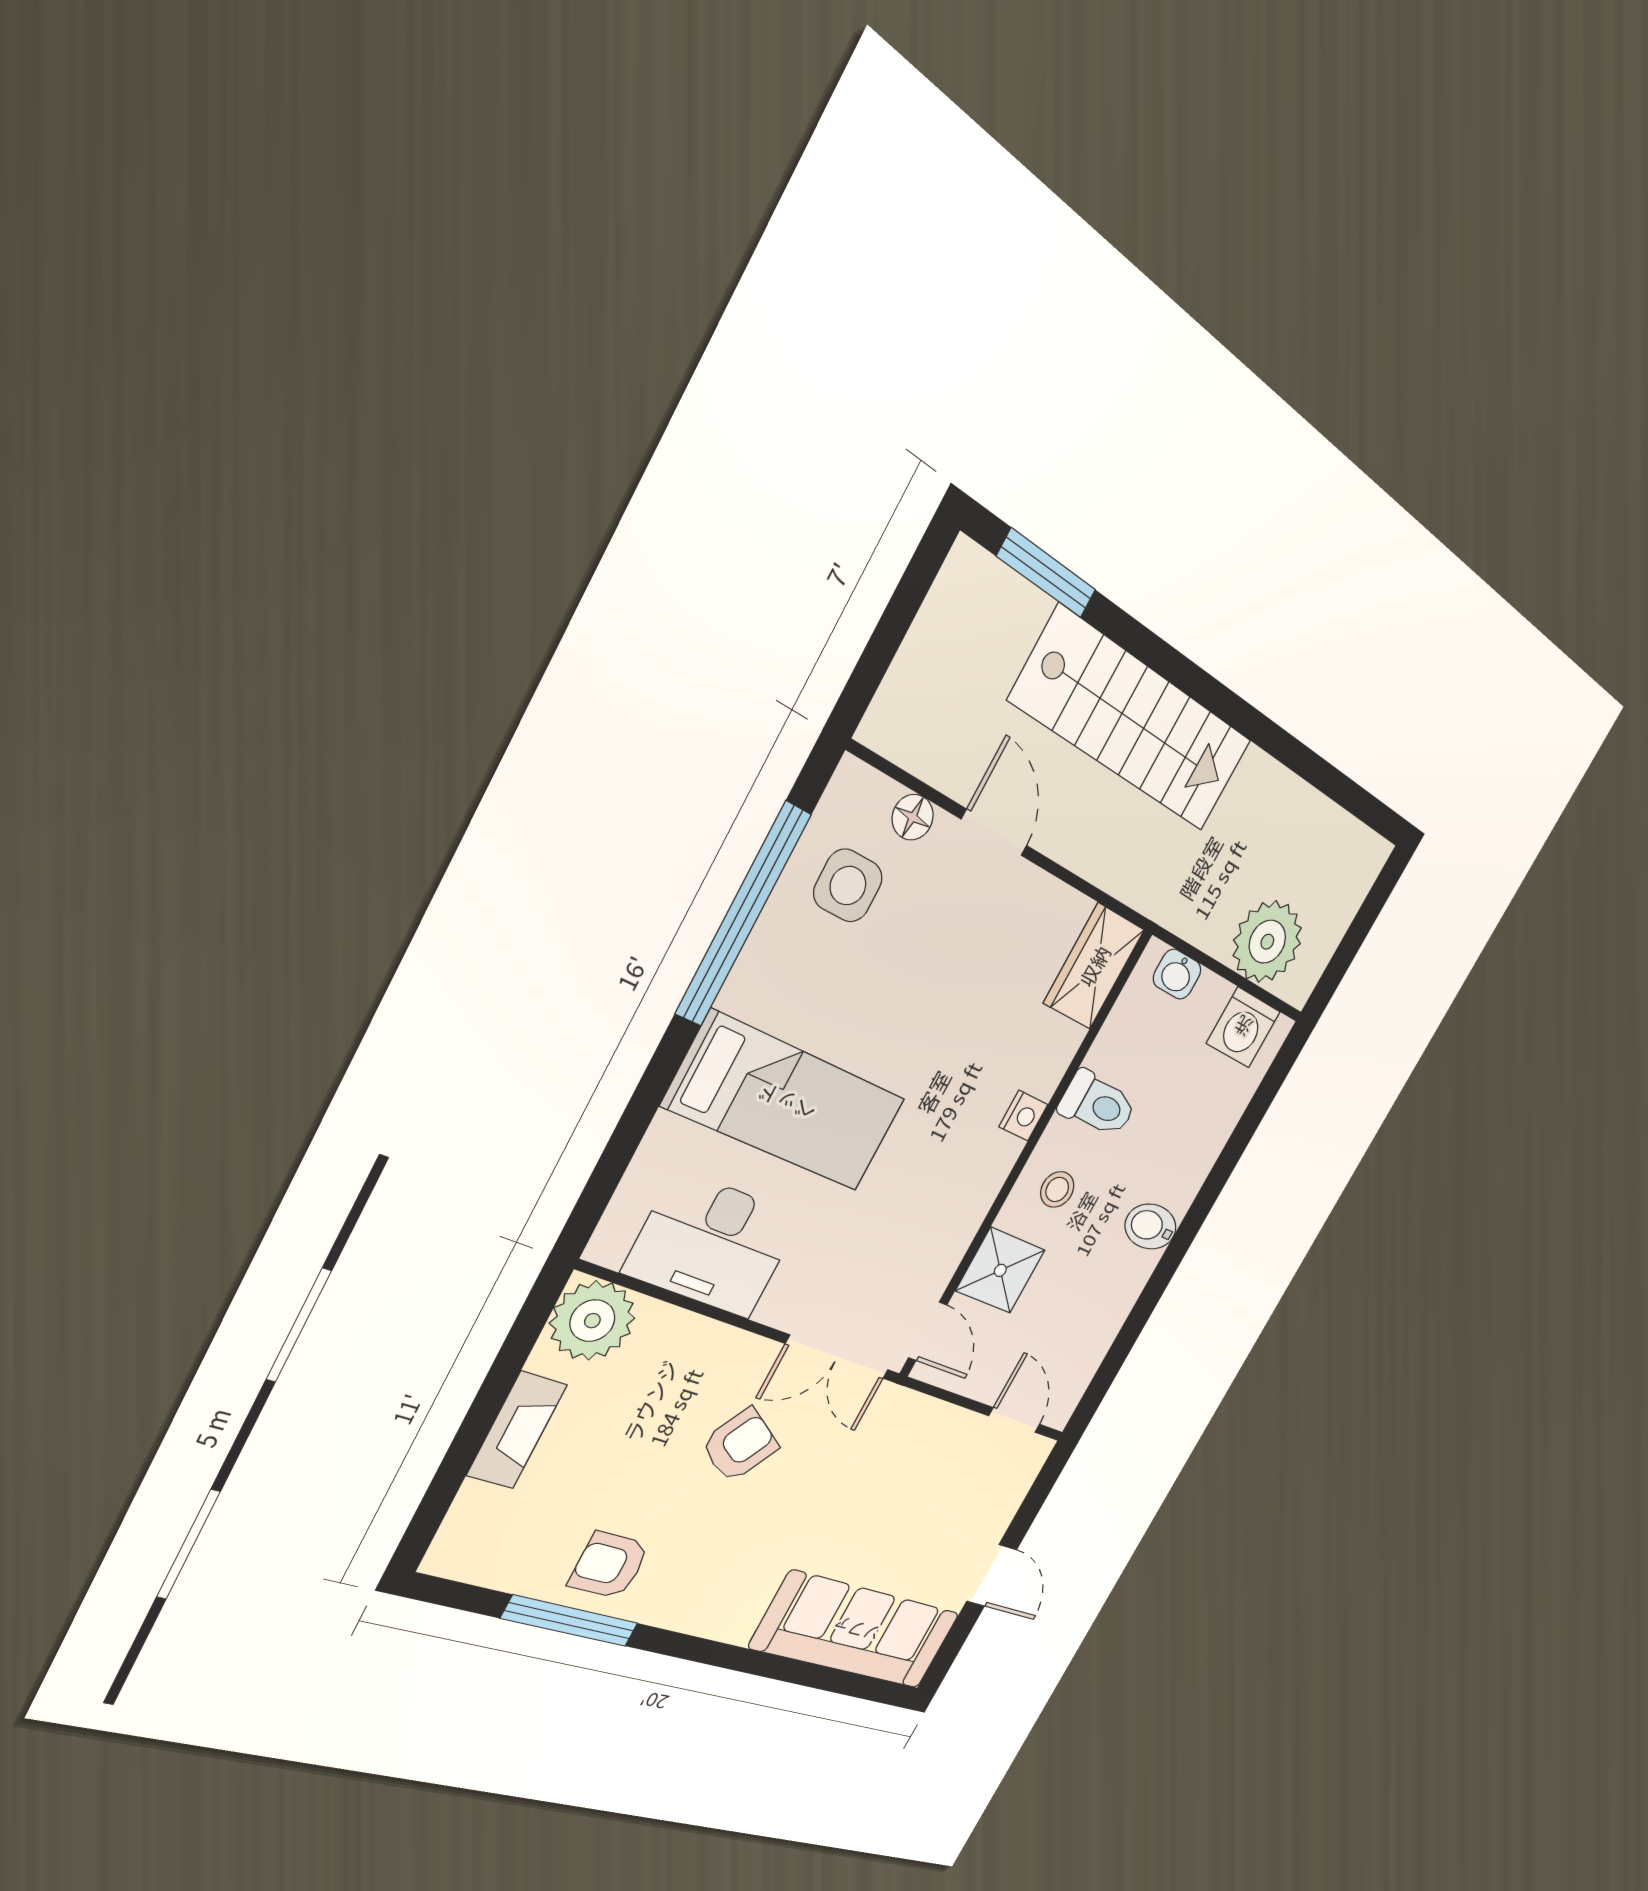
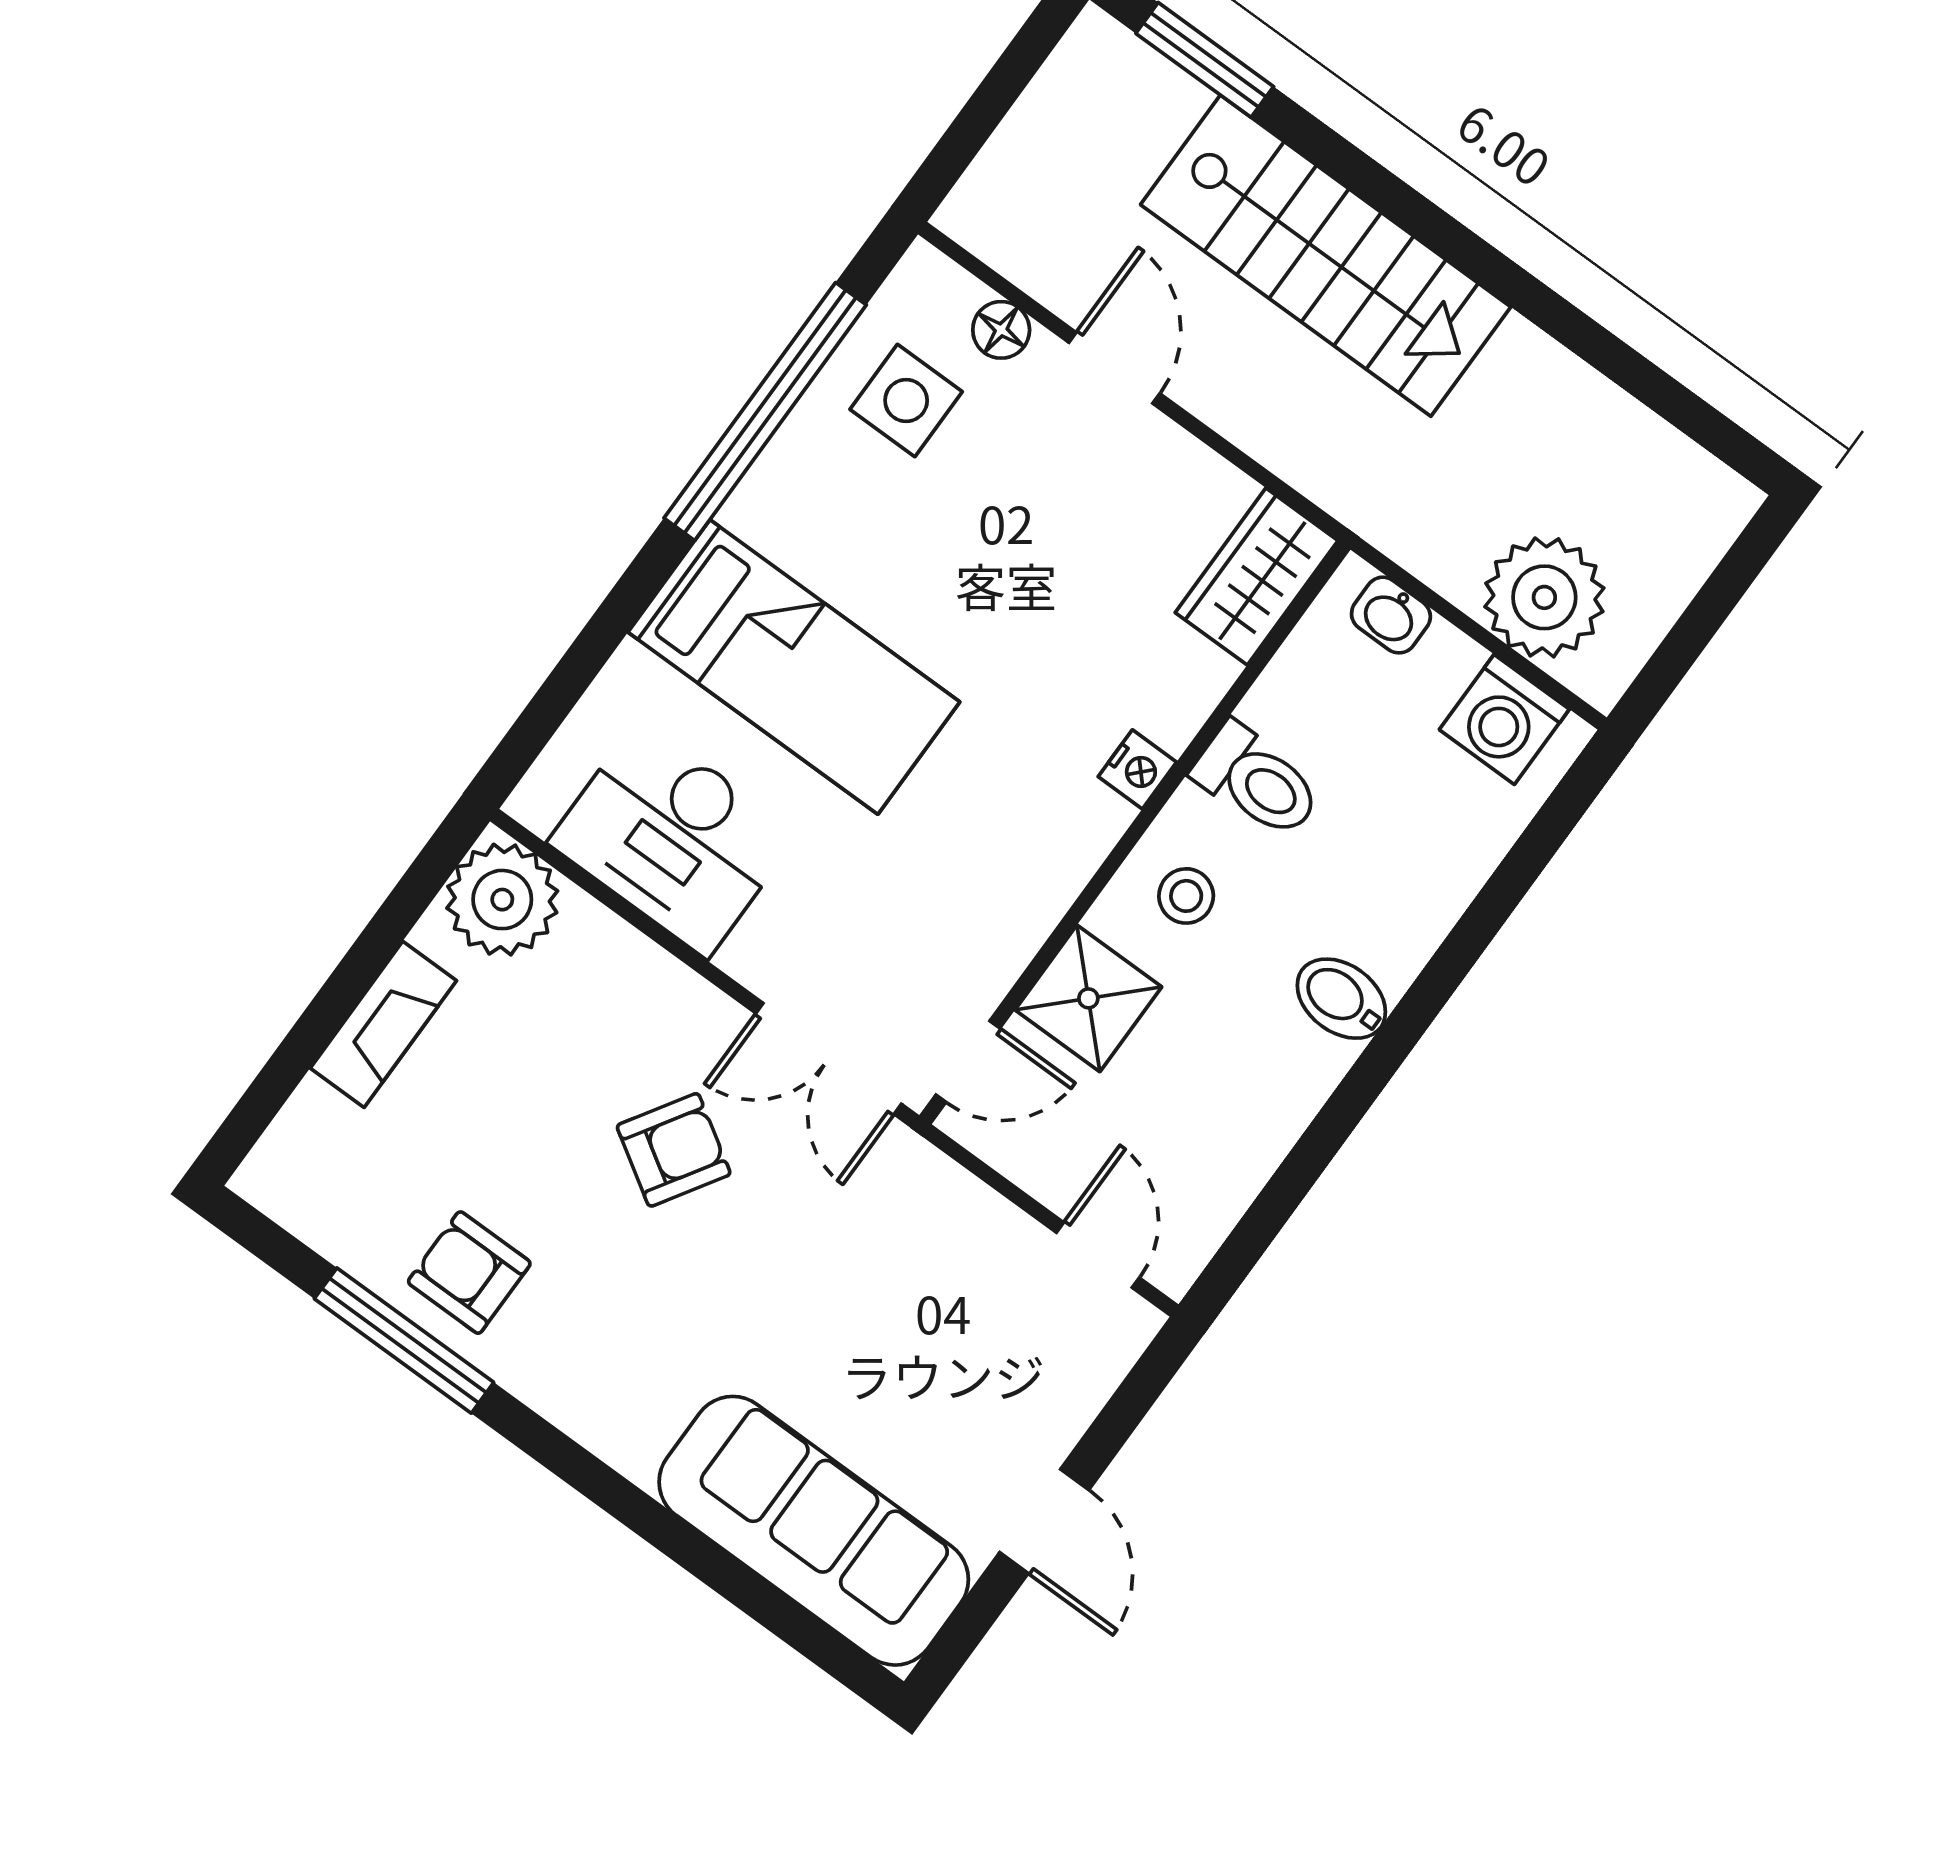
door: (928, 1331) -> (968, 1061), hinge flipped

